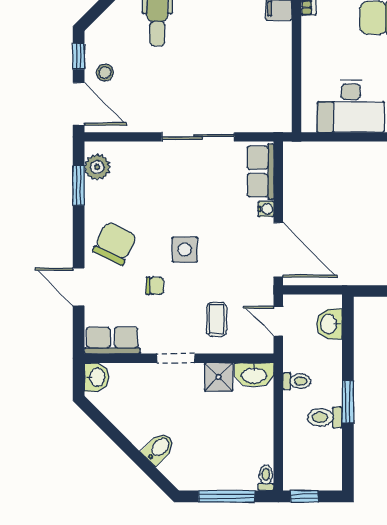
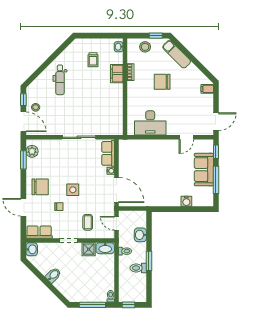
chair: (115, 243) -> (40, 187), turned 64
washbasin: (329, 324) -> (140, 235), moved
bidet: (159, 448) -> (53, 275), moved

